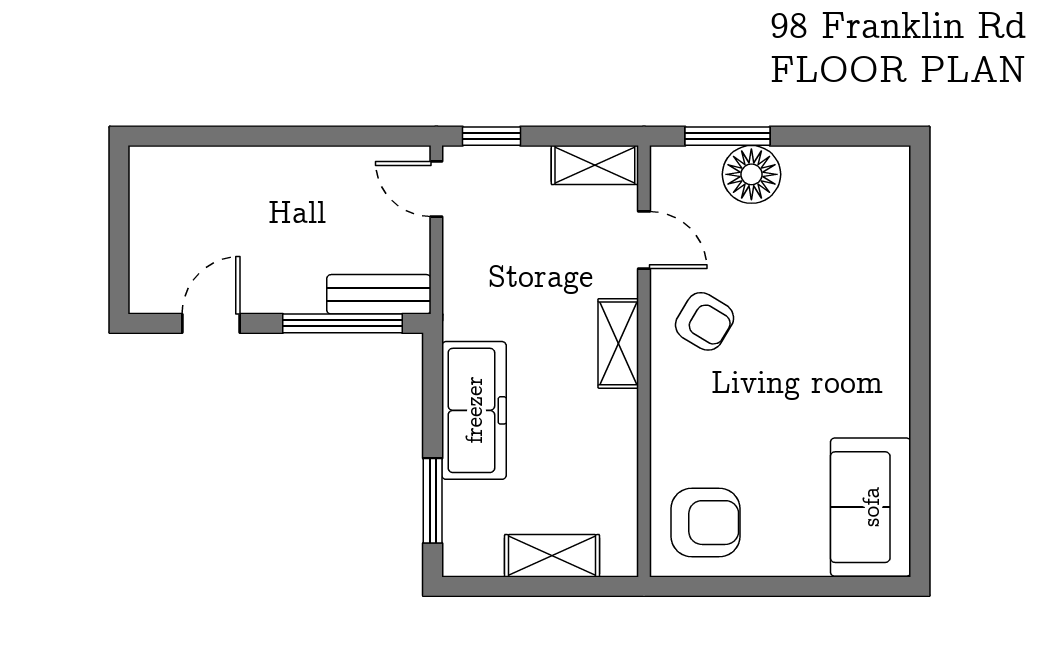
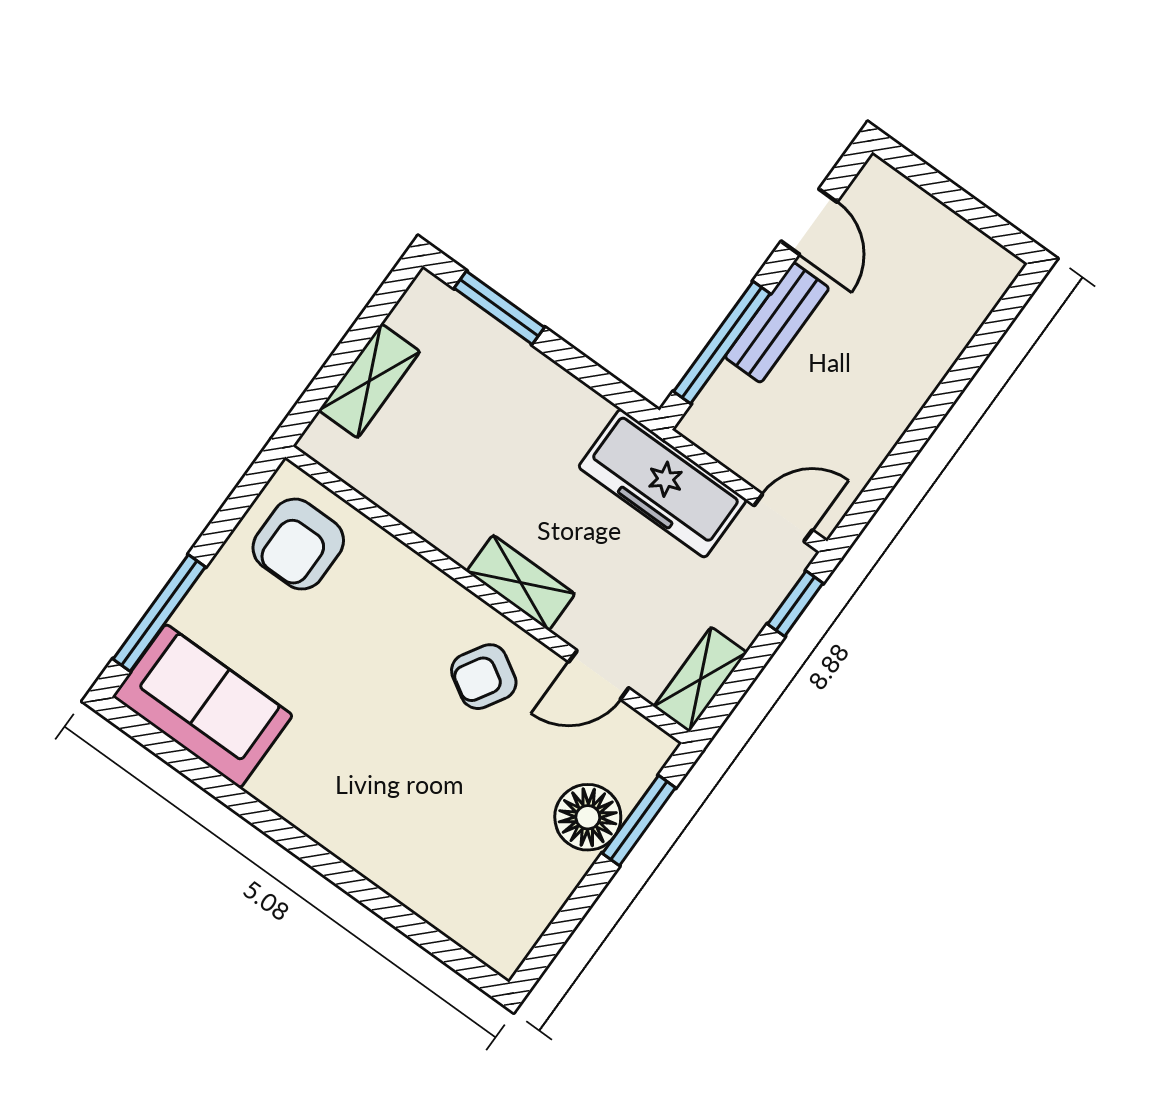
bench: (379, 294) -> (777, 323), moved
freezer: (474, 410) -> (663, 483), moved
window: (826, 586) -> (159, 613), added

